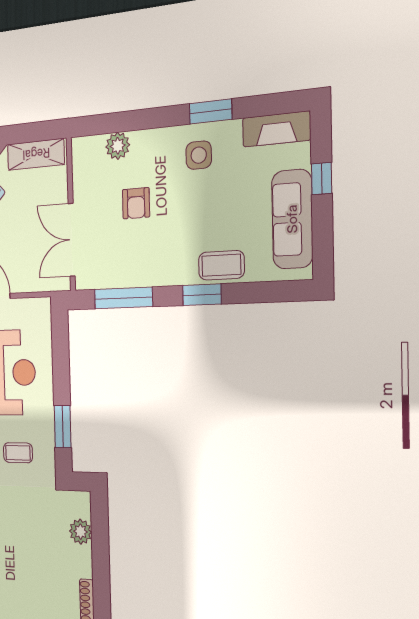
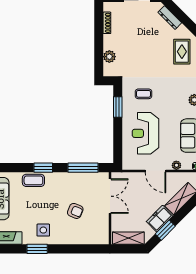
plant: (118, 146) -> (84, 238), removed
armchair: (136, 203) -> (75, 211), turned 112

